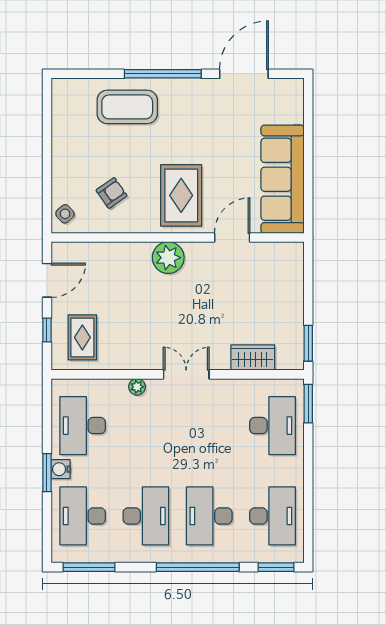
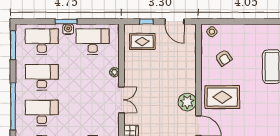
plant: (168, 258) -> (187, 102), moved
desk: (146, 516) -> (42, 77), turned 180

